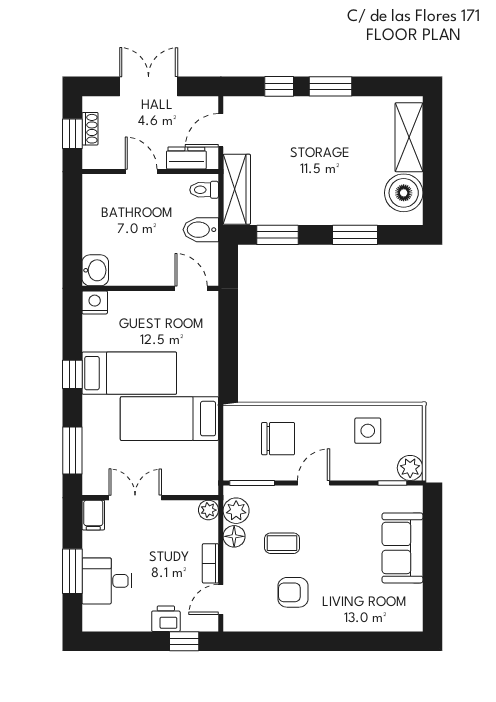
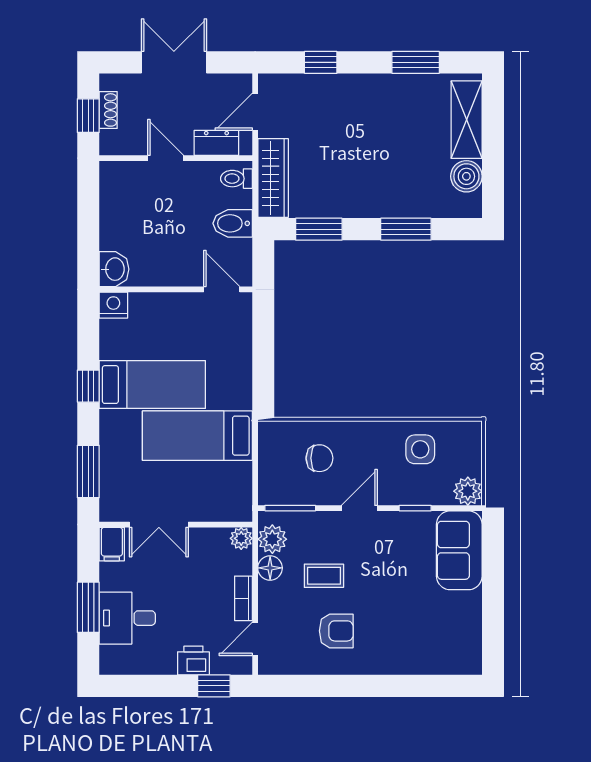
window: (331, 86) -> (416, 62), moved
boiler: (404, 193) -> (466, 176), width x0.73, depth x0.73
chair: (278, 439) -> (319, 458), width x0.73, depth x0.73
window: (392, 483) -> (415, 508), moved
double door: (135, 498) -> (159, 525), swing flipped
sofa: (402, 548) -> (459, 550), moved
armchair: (293, 592) -> (336, 631), turned 180

